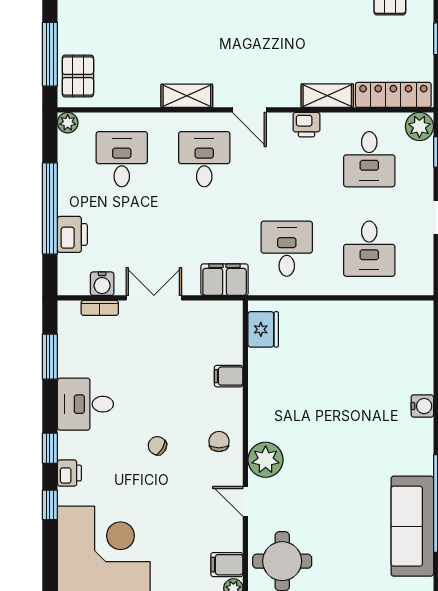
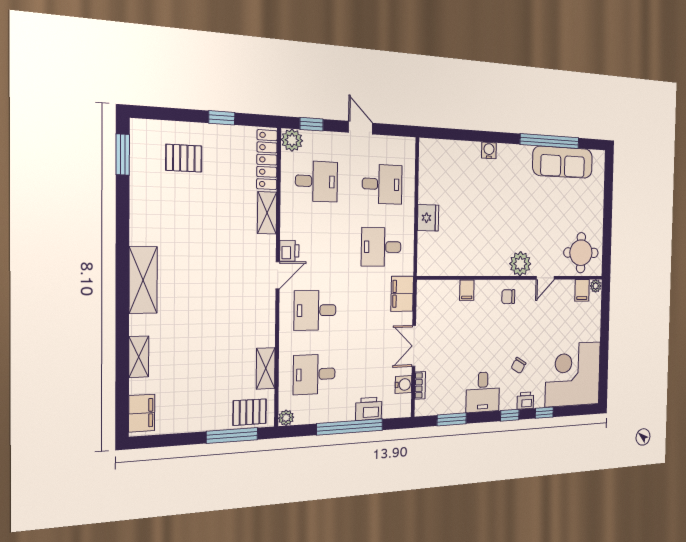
shelving: (187, 96) -> (266, 368), moved
printer: (306, 125) -> (289, 251), moved
fridge: (263, 329) -> (428, 218), moved, turned 90
chair: (157, 446) -> (518, 365), moved

